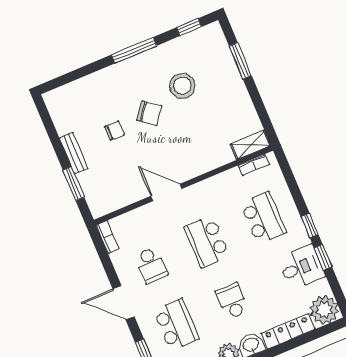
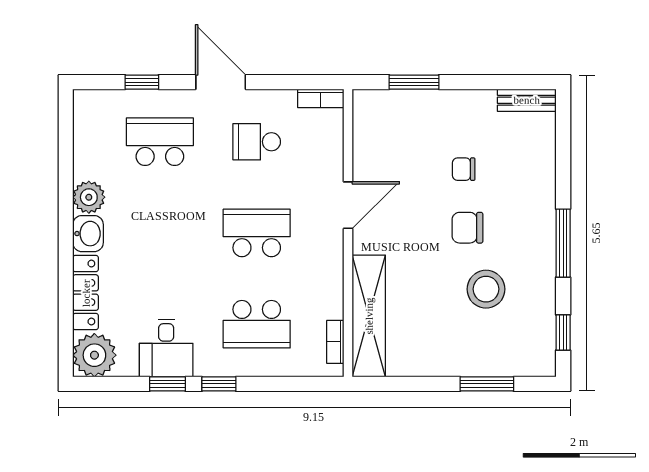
chair: (149, 113) -> (467, 228), turned 53
chair: (114, 131) -> (464, 169), turned 90
shelving: (251, 145) -> (369, 316), width x2.20, depth x1.33
bench: (74, 153) -> (527, 100), moved
school desk: (232, 301) -> (160, 233), removed
door: (124, 303) -> (221, 82), hinge flipped
school desk: (176, 325) -> (160, 142), turned 180

